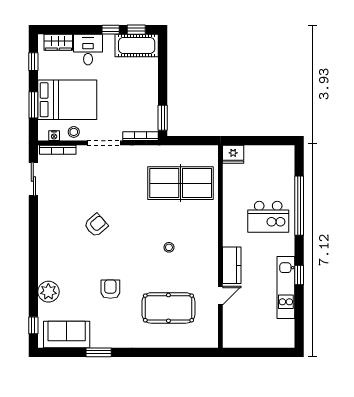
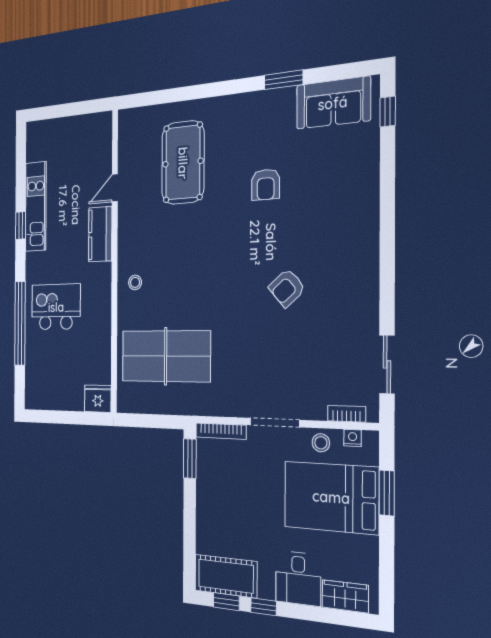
window: (33, 62) -> (386, 568), removed
bookcase: (58, 150) -> (347, 414), width x0.64
stool: (169, 247) -> (135, 282), moved
plant: (48, 292) -> (362, 172), removed
pool table: (168, 308) -> (183, 163), turned 90

